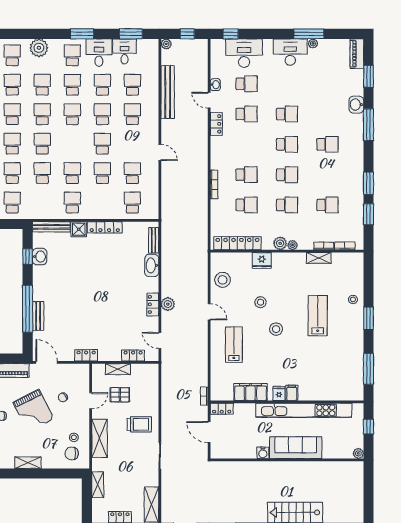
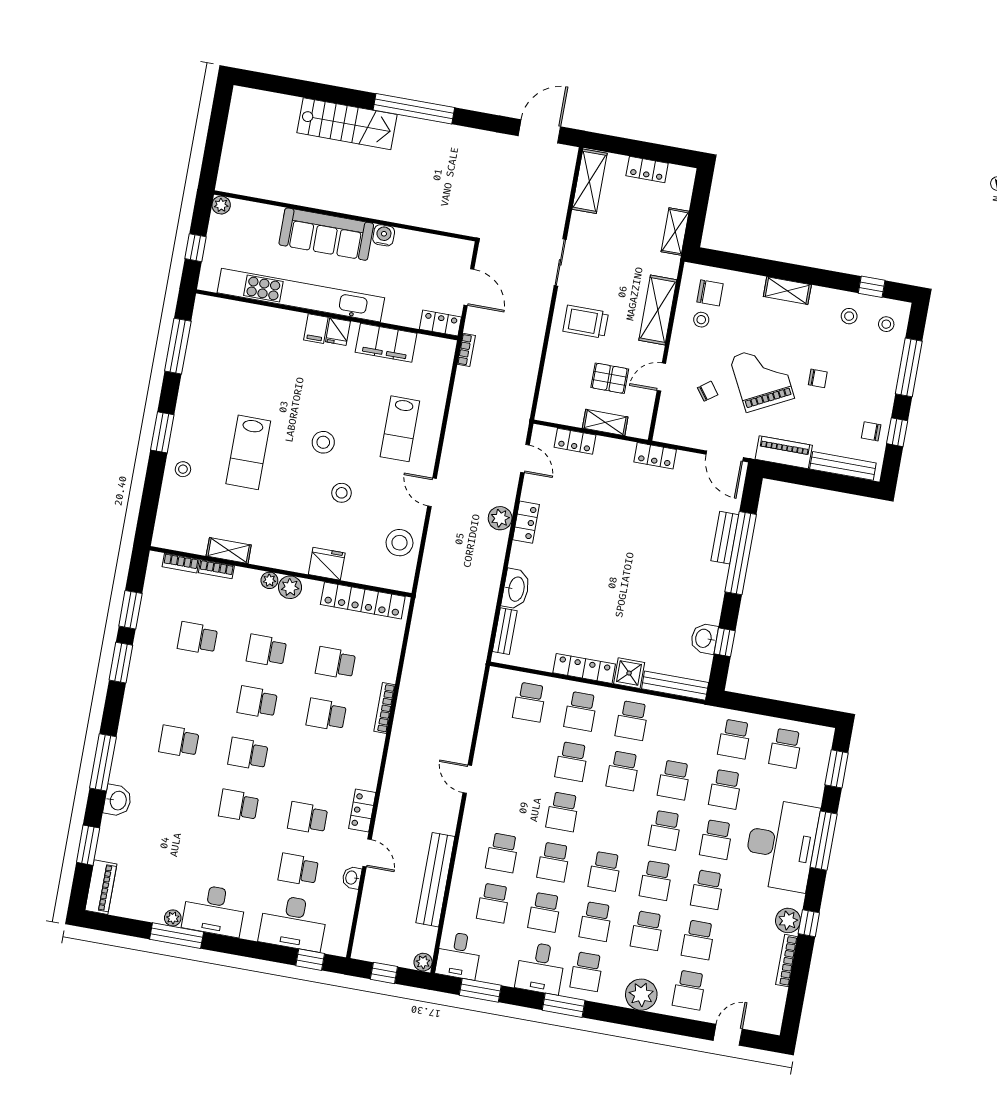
desk: (124, 51) -> (458, 955), moved
school desk: (132, 173) -> (581, 711), moved

